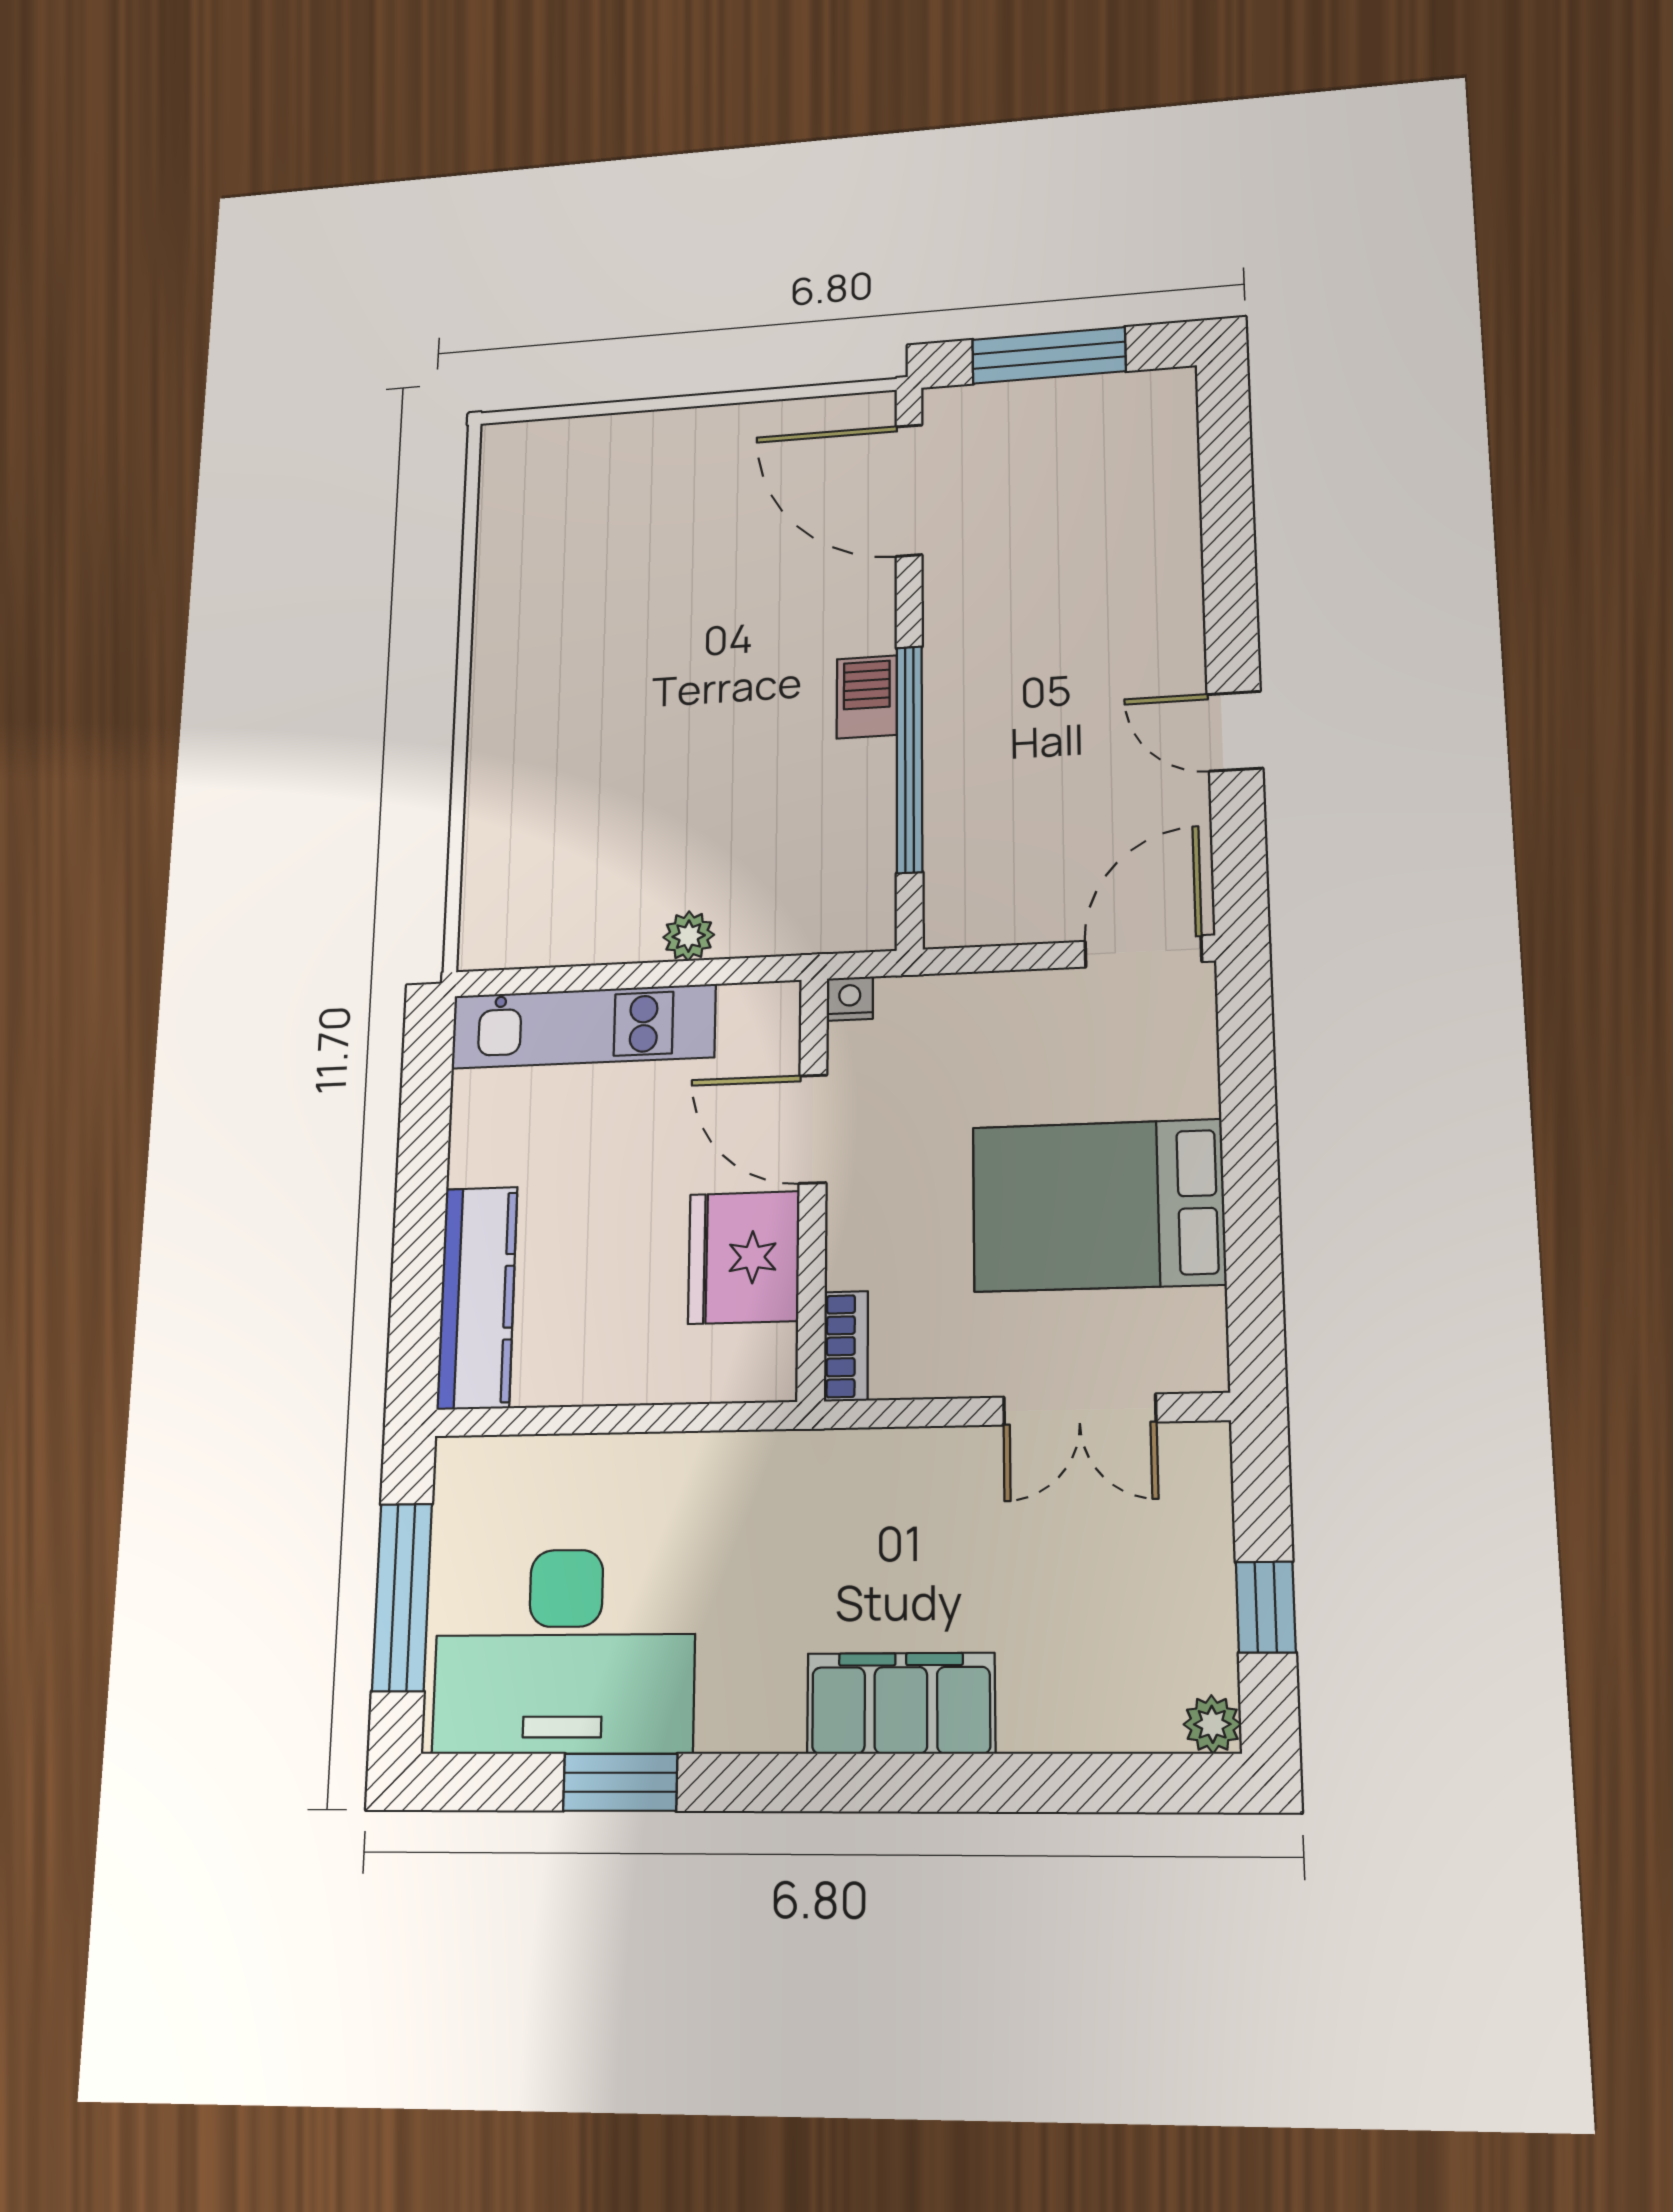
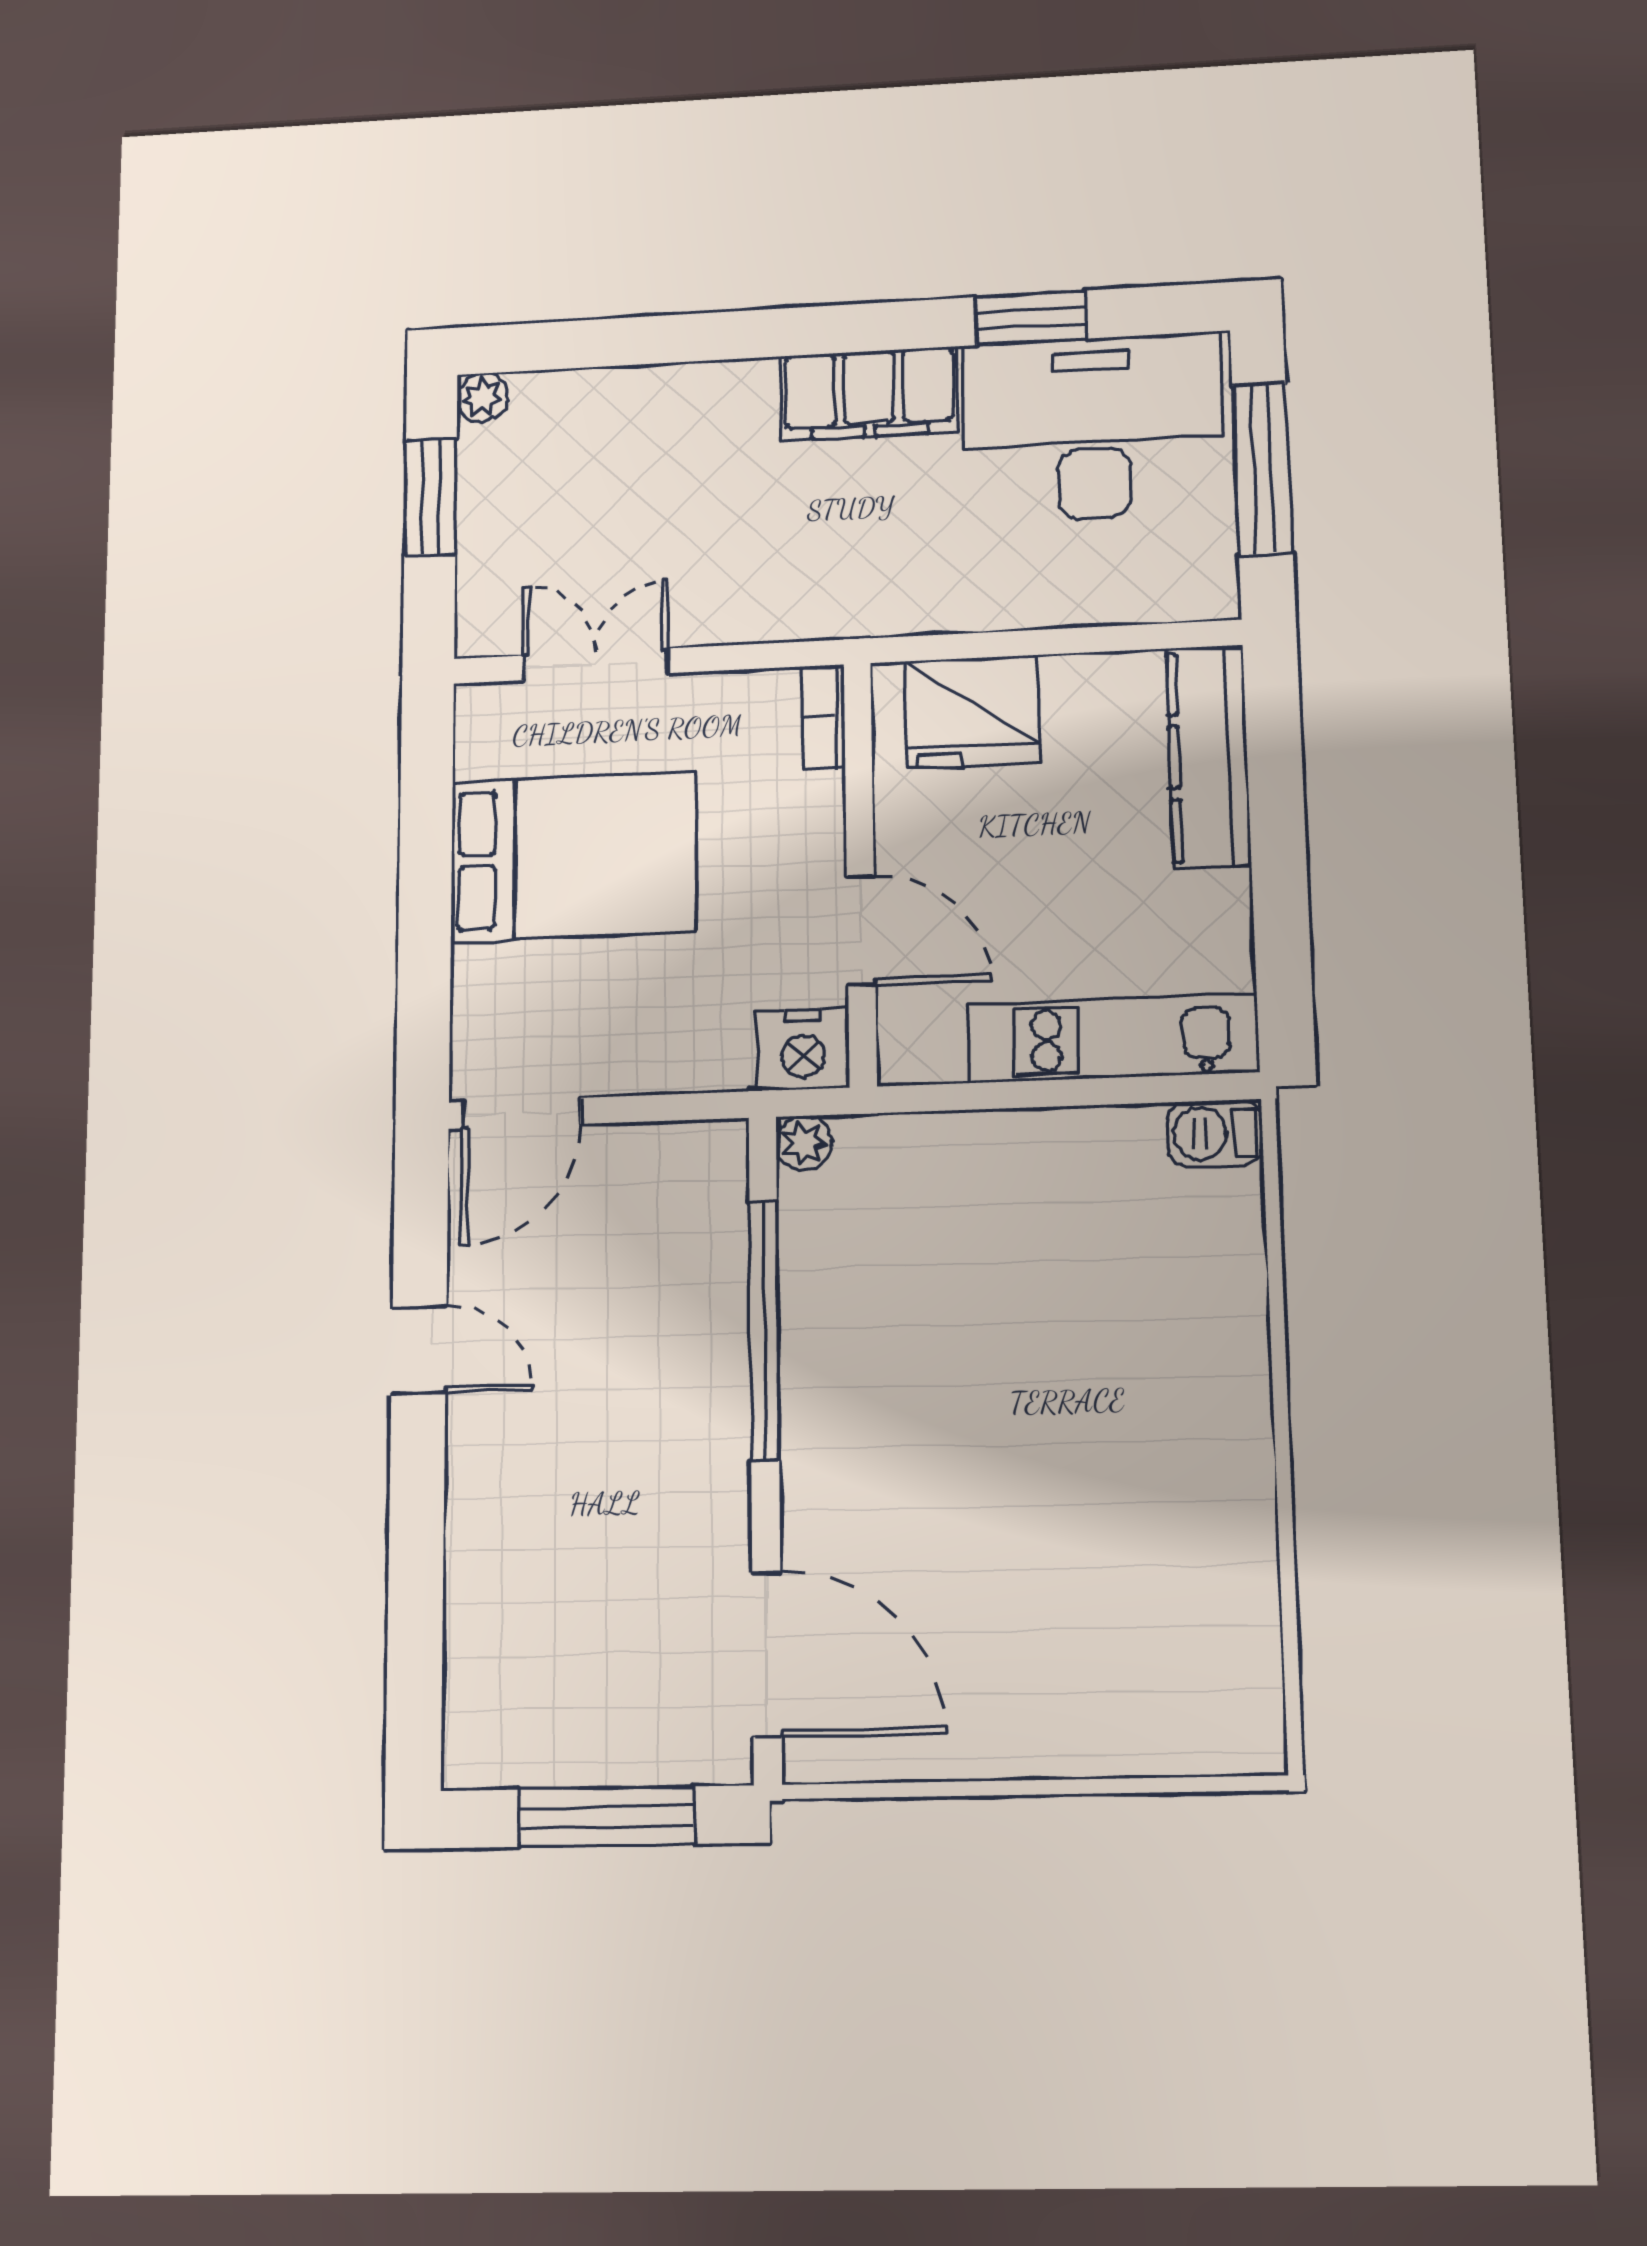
barbecue: (867, 697) -> (1215, 1133), moved, turned 90
plant: (689, 936) -> (804, 1143), moved
nightstand: (850, 999) -> (803, 1049), width x1.89, depth x1.79
fridge: (744, 1257) -> (973, 712), moved, turned 90
window: (1266, 1607) -> (431, 497), width x1.50
filing cabinet: (901, 1703) -> (869, 394), moved

